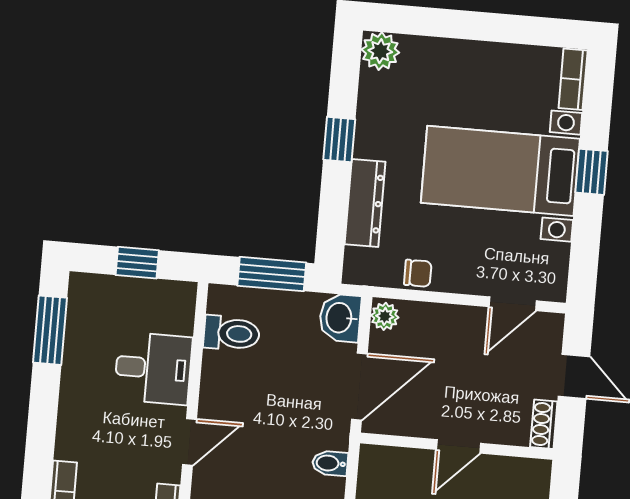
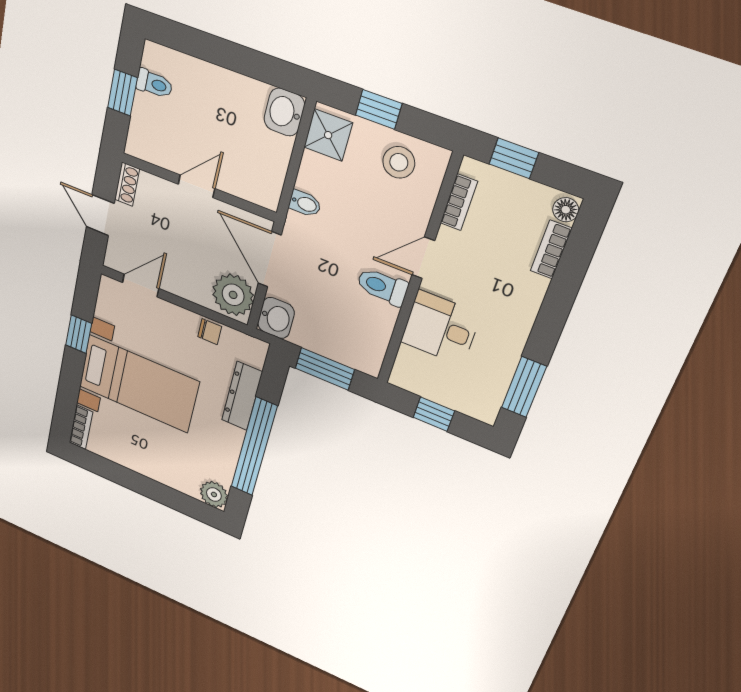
window: (339, 139) -> (254, 447), width x3.17
window: (592, 172) -> (79, 334), moved
chair: (418, 273) -> (210, 332), turned 180
plant: (385, 316) -> (233, 295), width x1.88, depth x1.88
toilet: (232, 333) -> (382, 287), moved
door: (359, 386) -> (269, 259), hinge flipped

